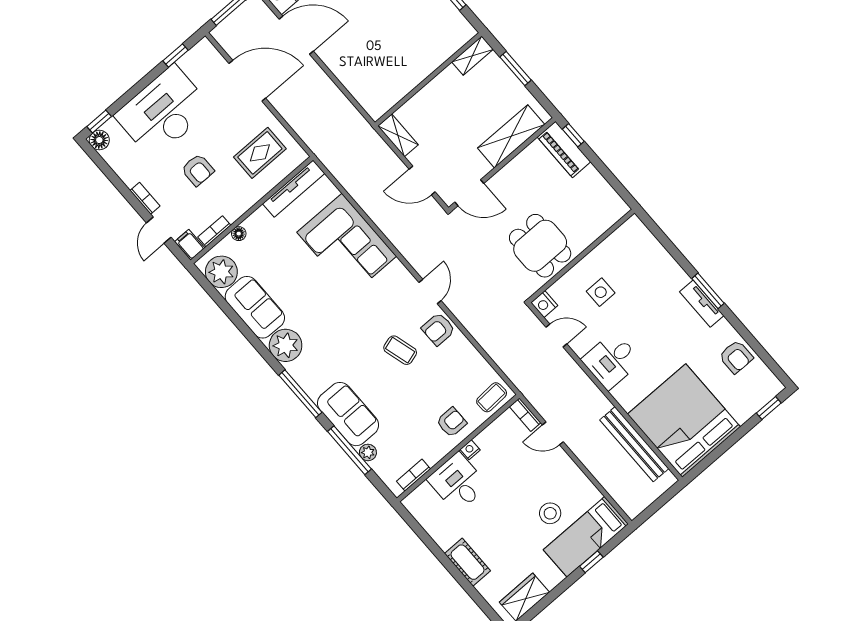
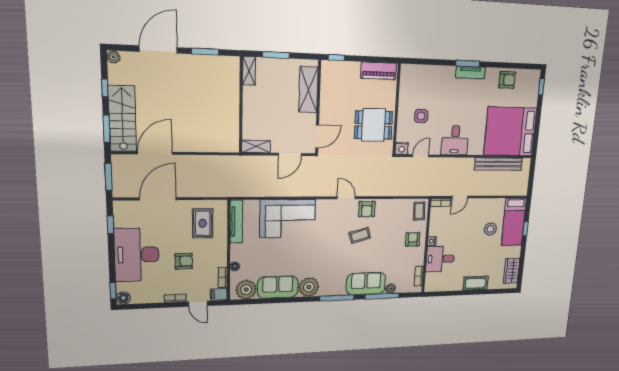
piano: (564, 149) -> (379, 71), moved

